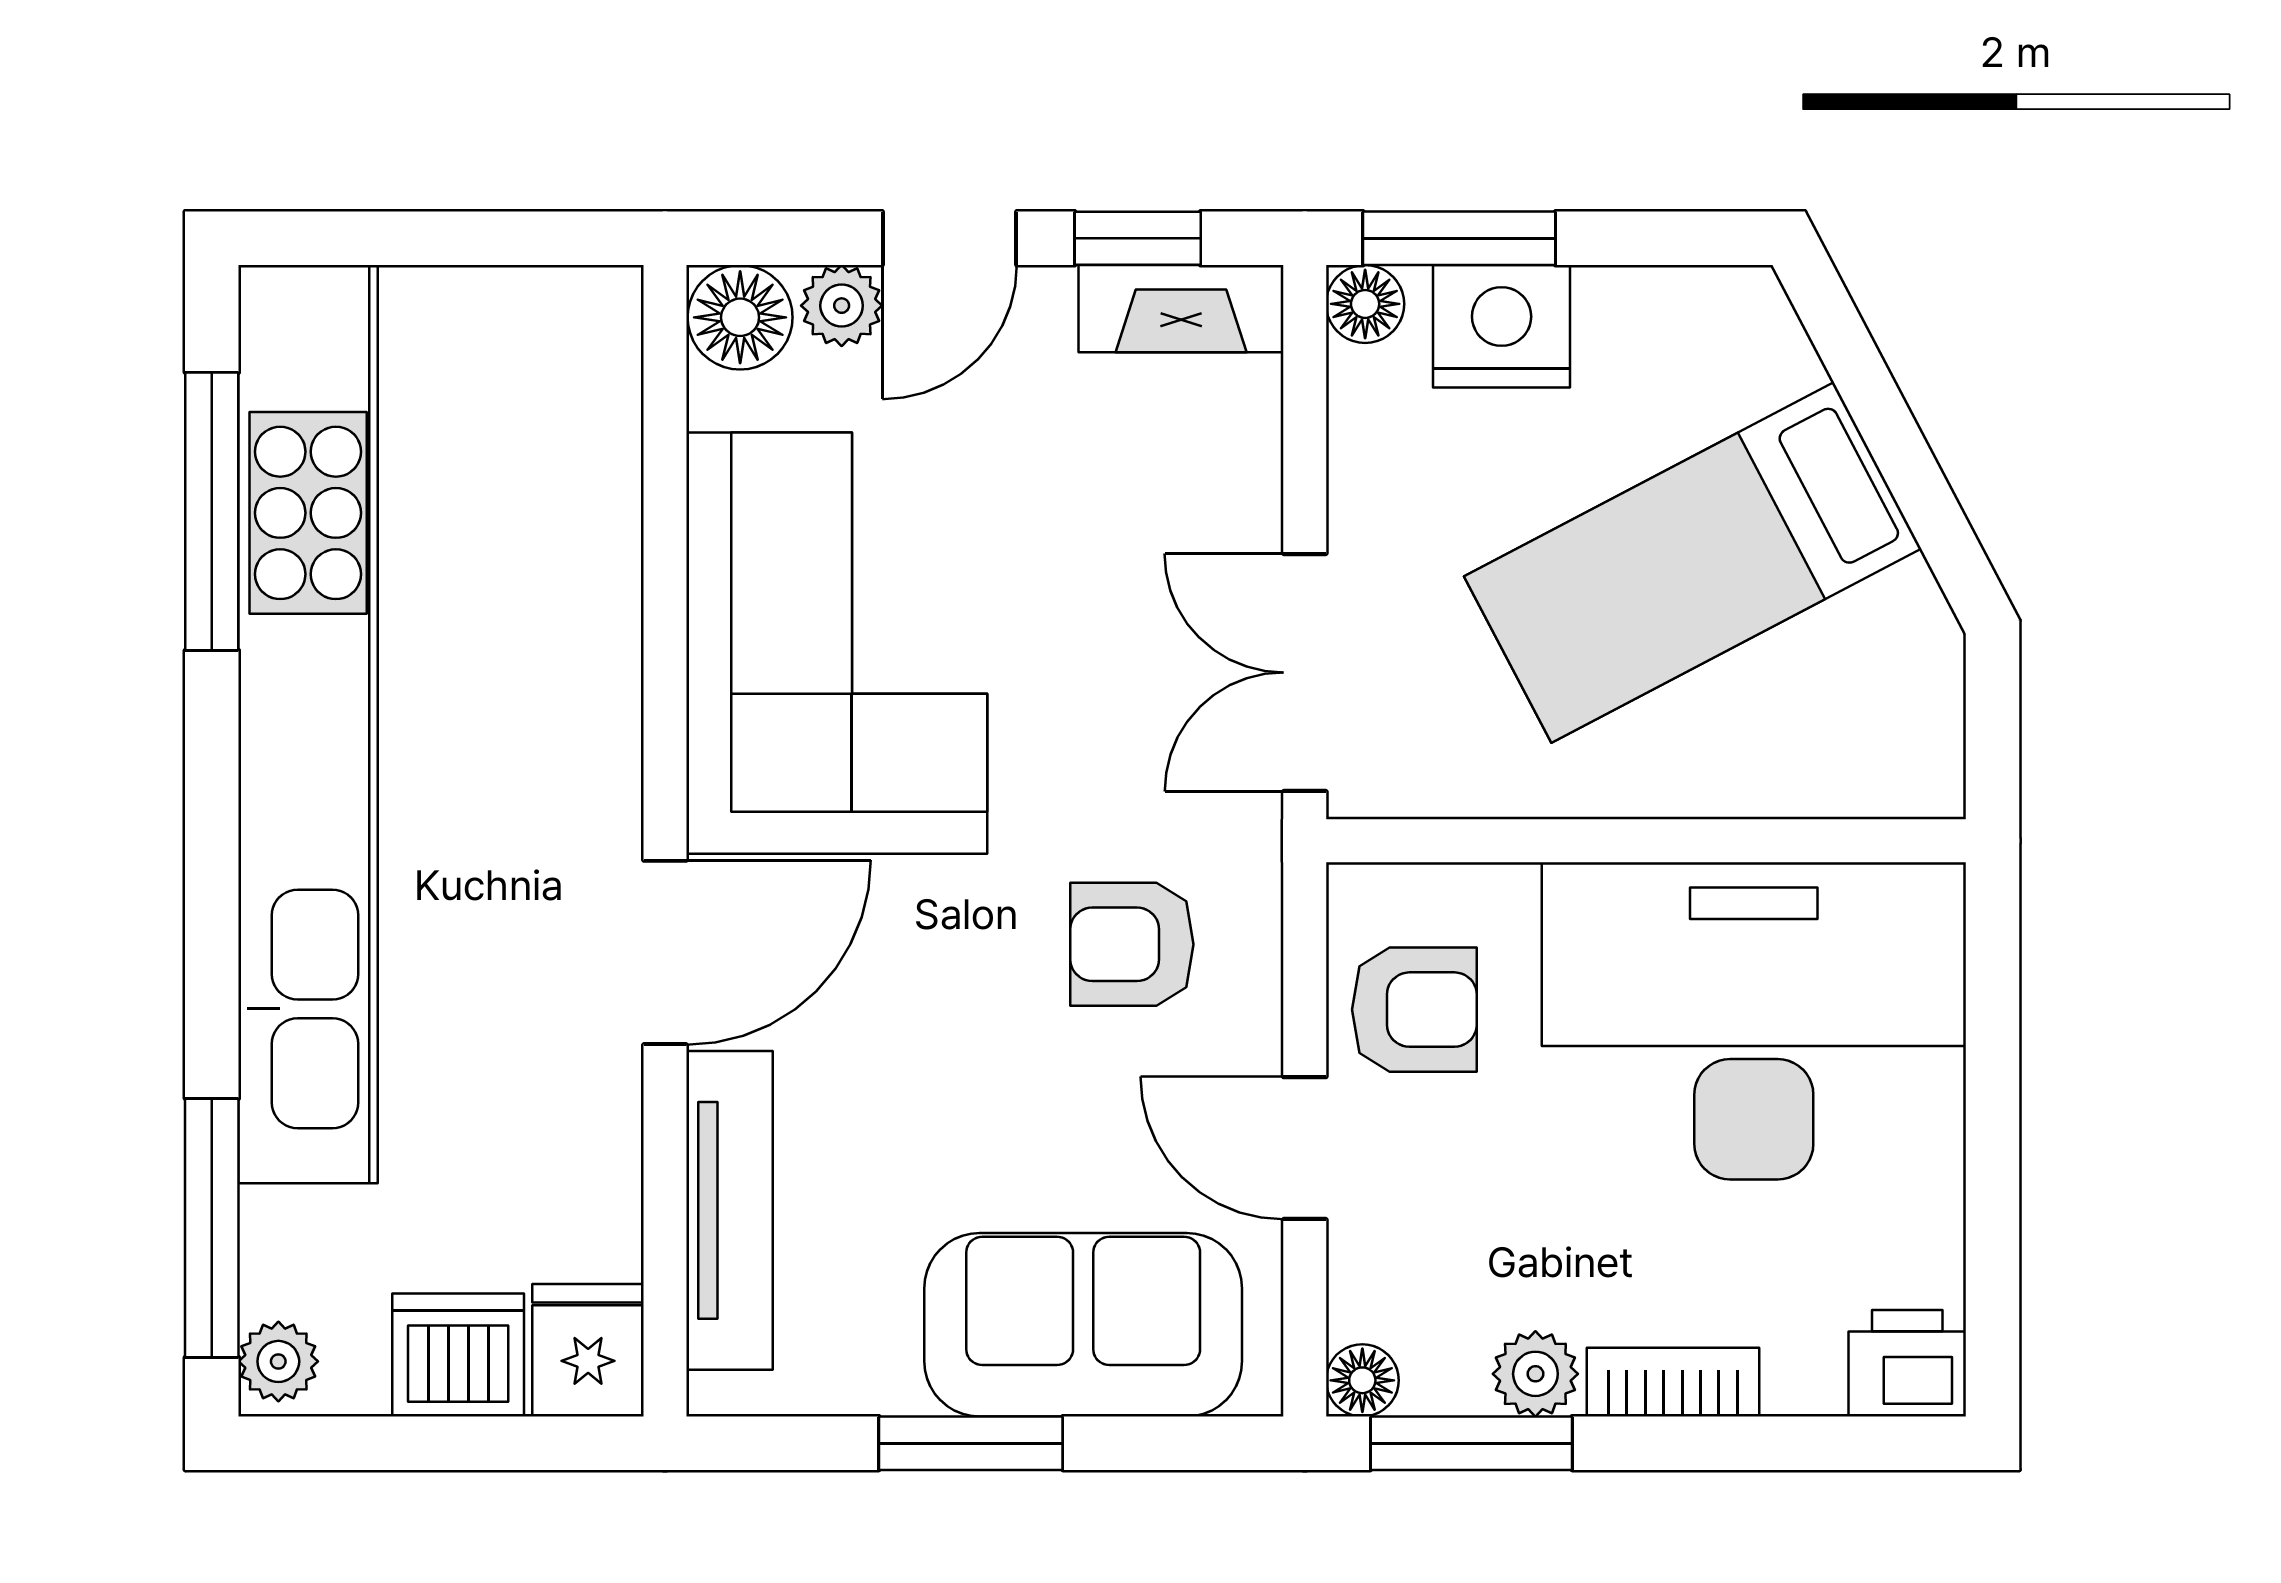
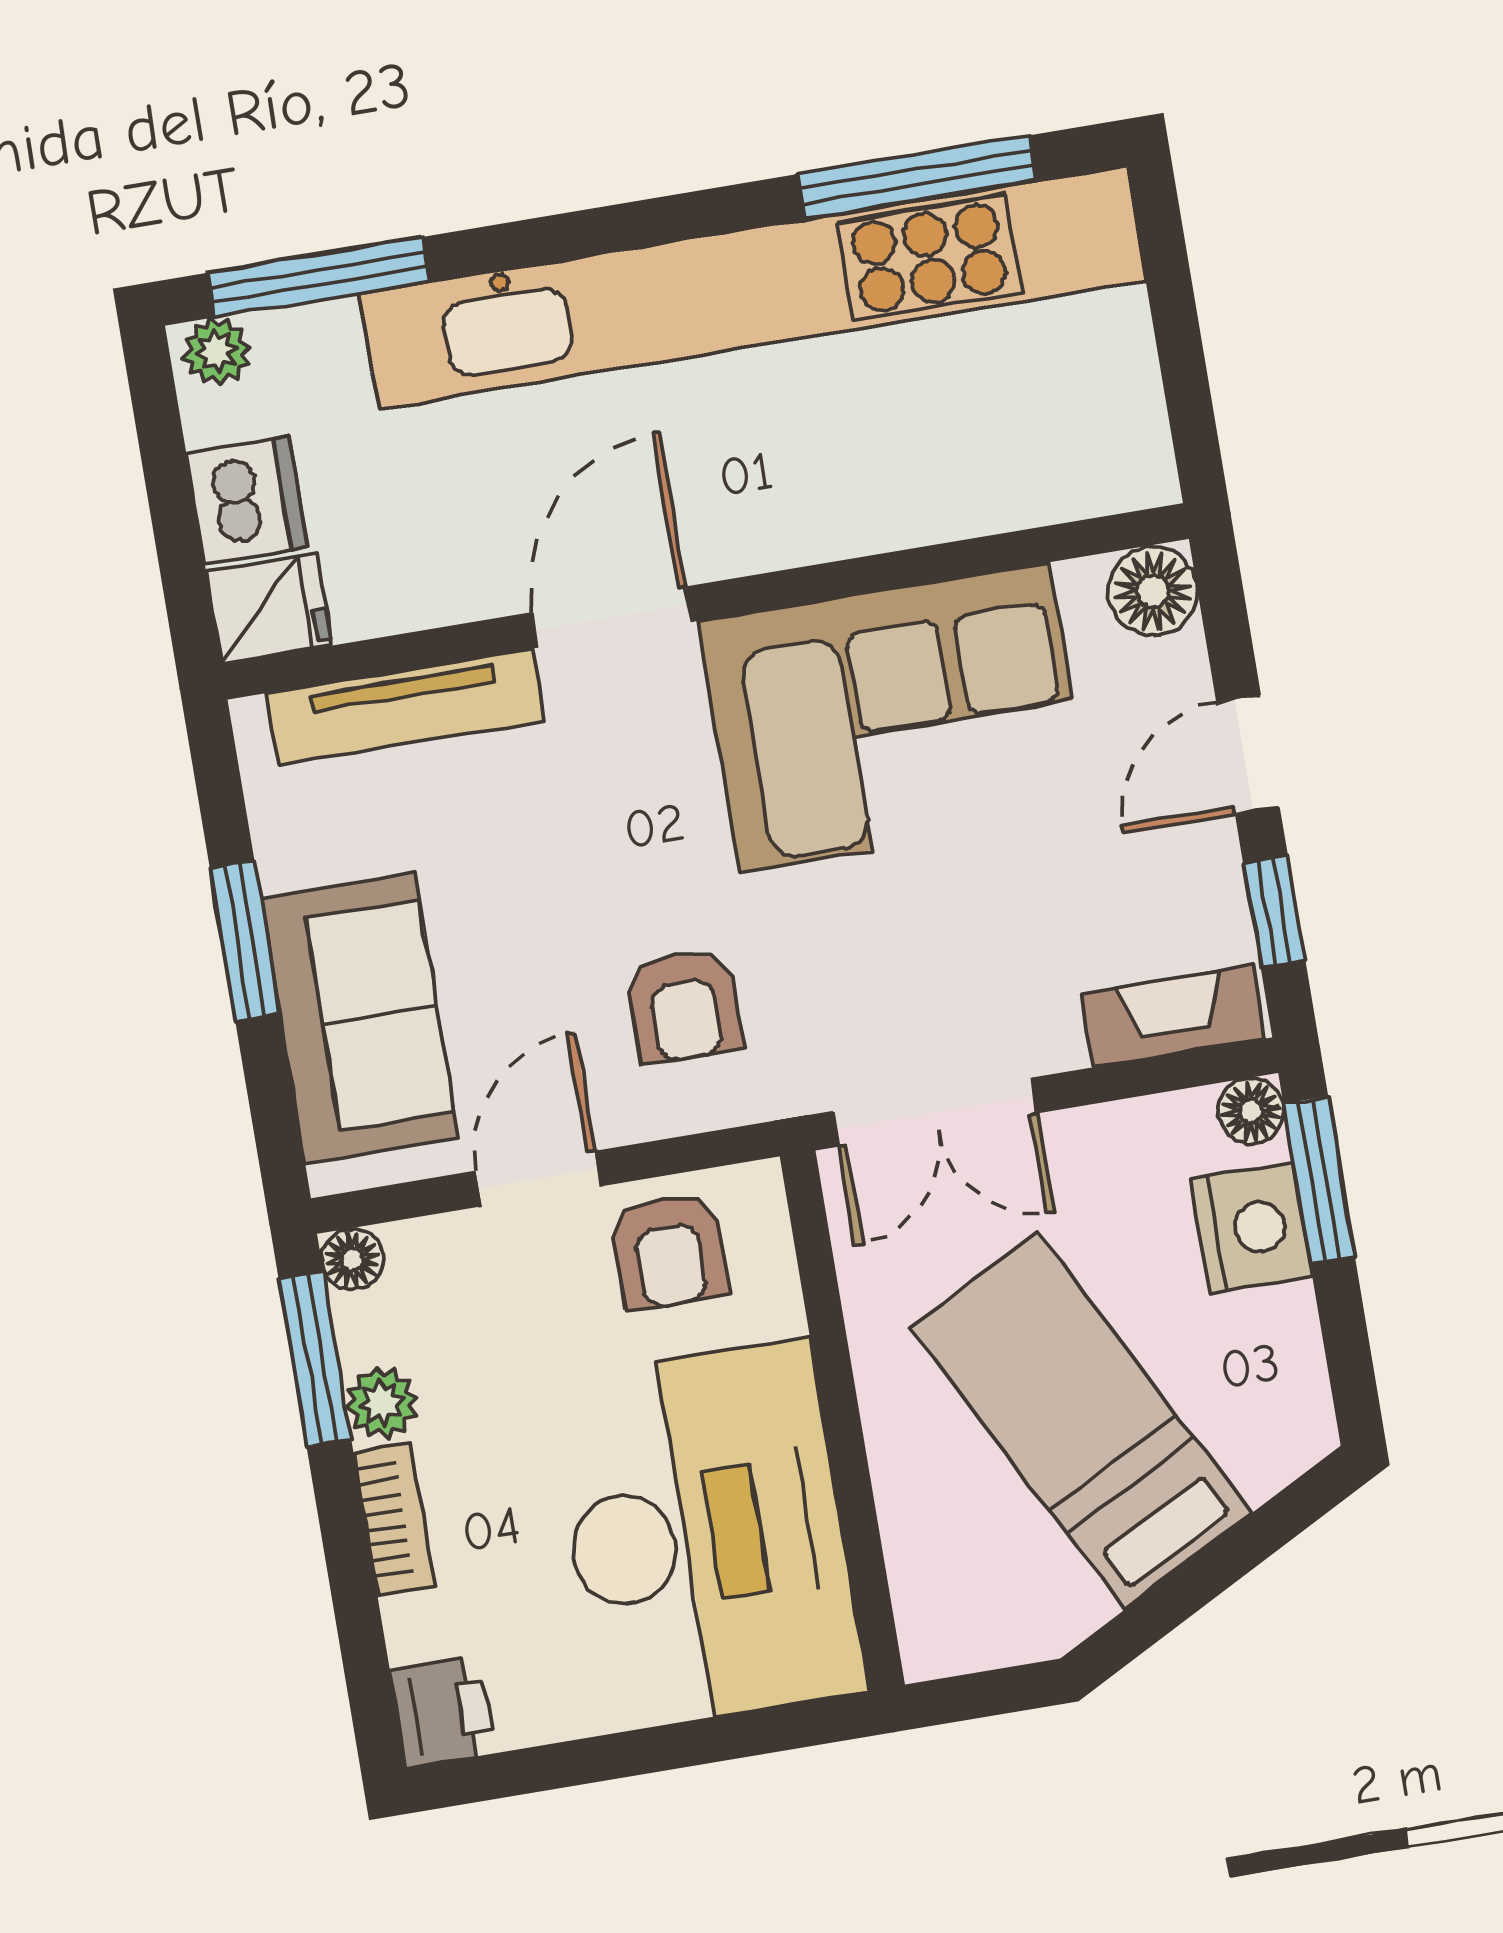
door: (949, 238) -> (1248, 755), hinge flipped
plant: (842, 306) -> (1177, 674), removed
fireplace: (1181, 309) -> (1173, 1016), moved, turned 90
double door: (1305, 673) -> (935, 1112), swing flipped
armchair: (1132, 944) -> (684, 1006), turned 180
door: (665, 952) -> (612, 617), swing flipped

